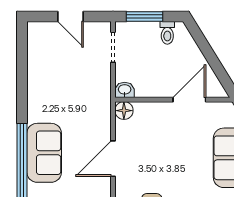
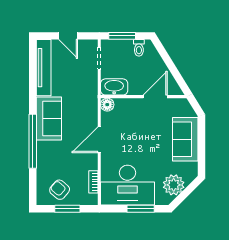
tv unit: (37, 60) -> (44, 68), added
washbasin: (125, 90) -> (114, 87), width x1.91, depth x1.45
sofa: (44, 153) -> (49, 119), moved

